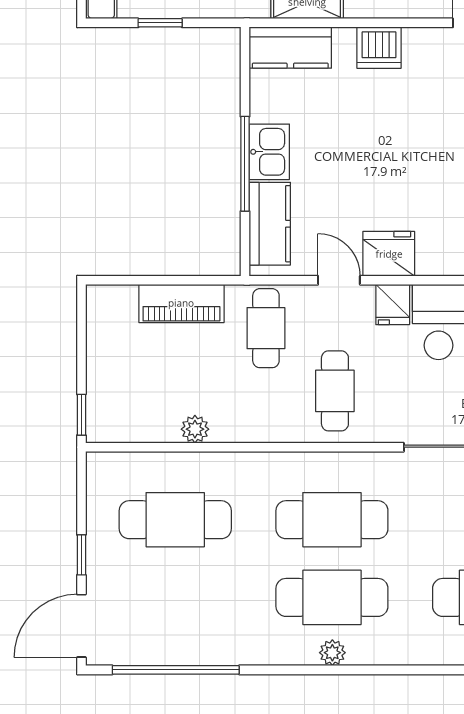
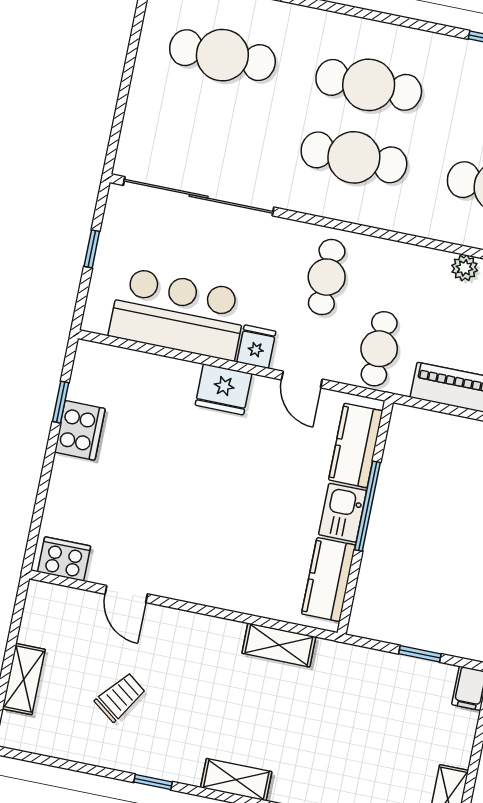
kitchen counter: (290, 48) -> (328, 580), moved, turned -90
dishwasher: (379, 48) -> (220, 589), removed
fridge: (389, 254) -> (223, 389), moved
plant: (332, 653) -> (379, 33), removed

